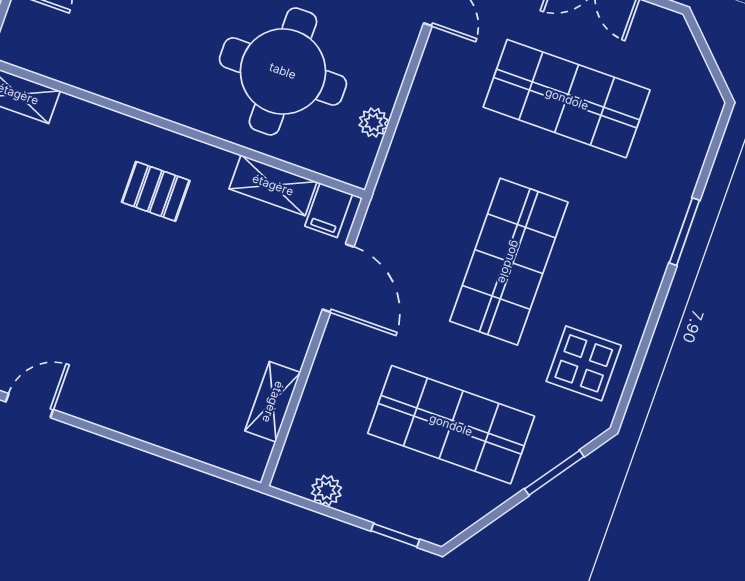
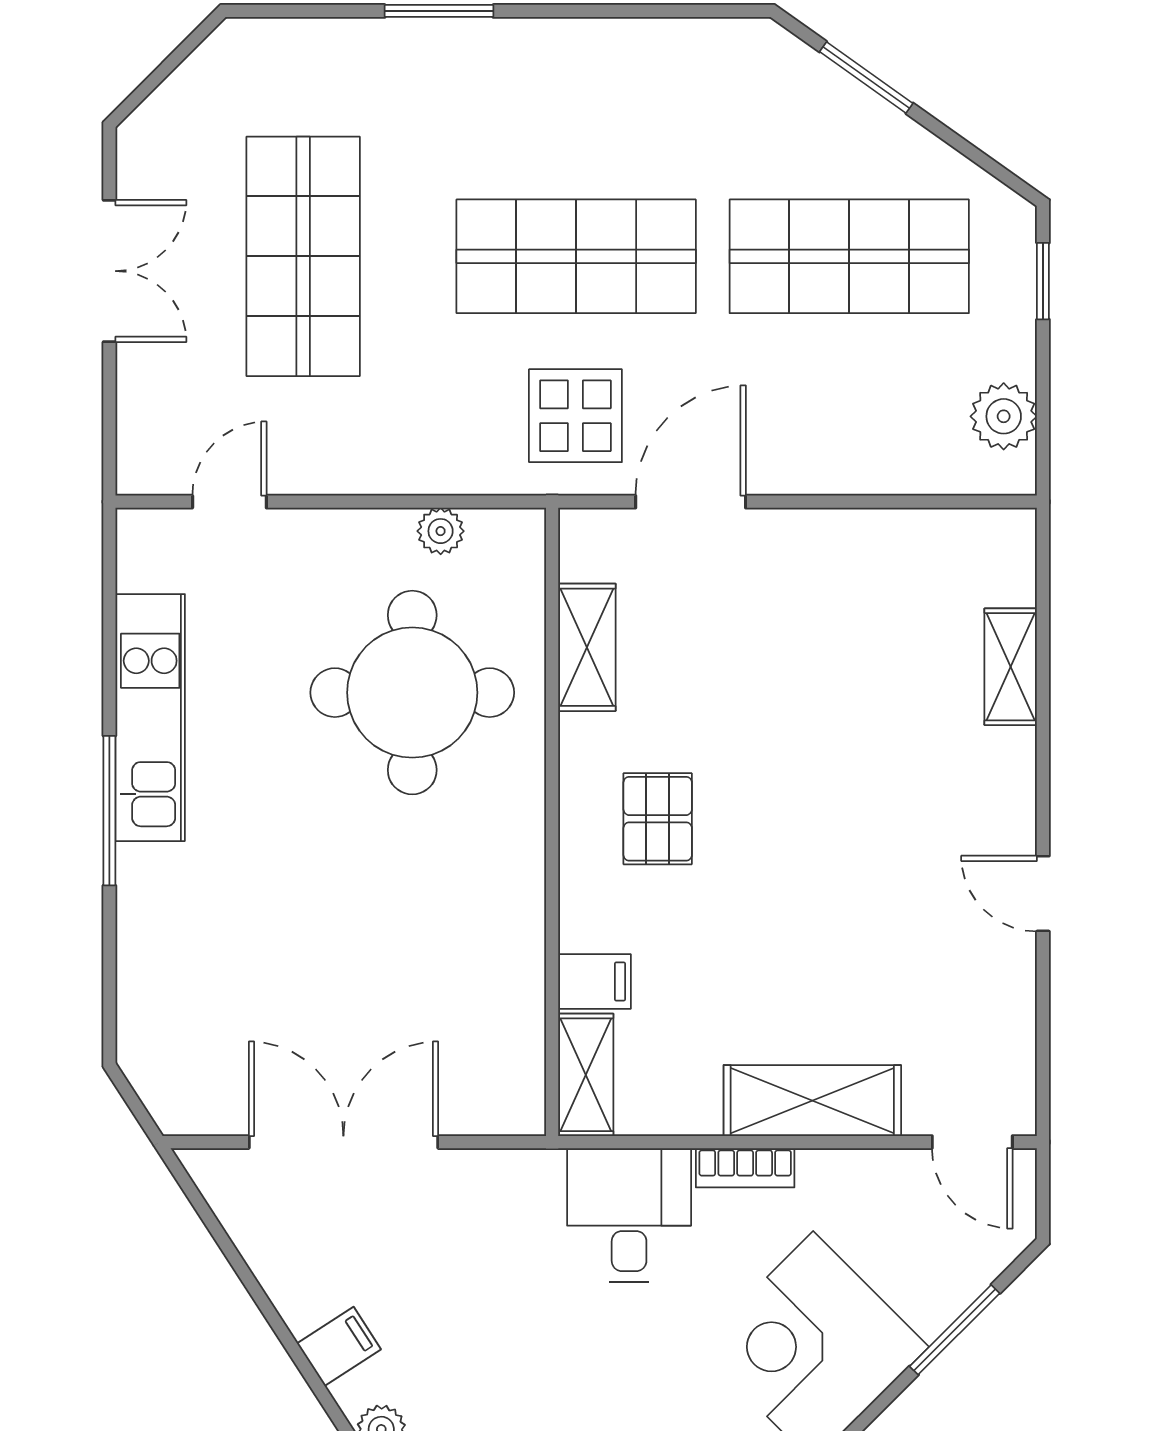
filing cabinet: (329, 210) -> (595, 982), moved
display table: (584, 363) -> (575, 416), moved
shelving: (273, 402) -> (1011, 667), moved, turned 90
shop shelf: (451, 425) -> (849, 256), turned 90
plant: (326, 490) -> (1004, 416), width x1.38, depth x1.38

